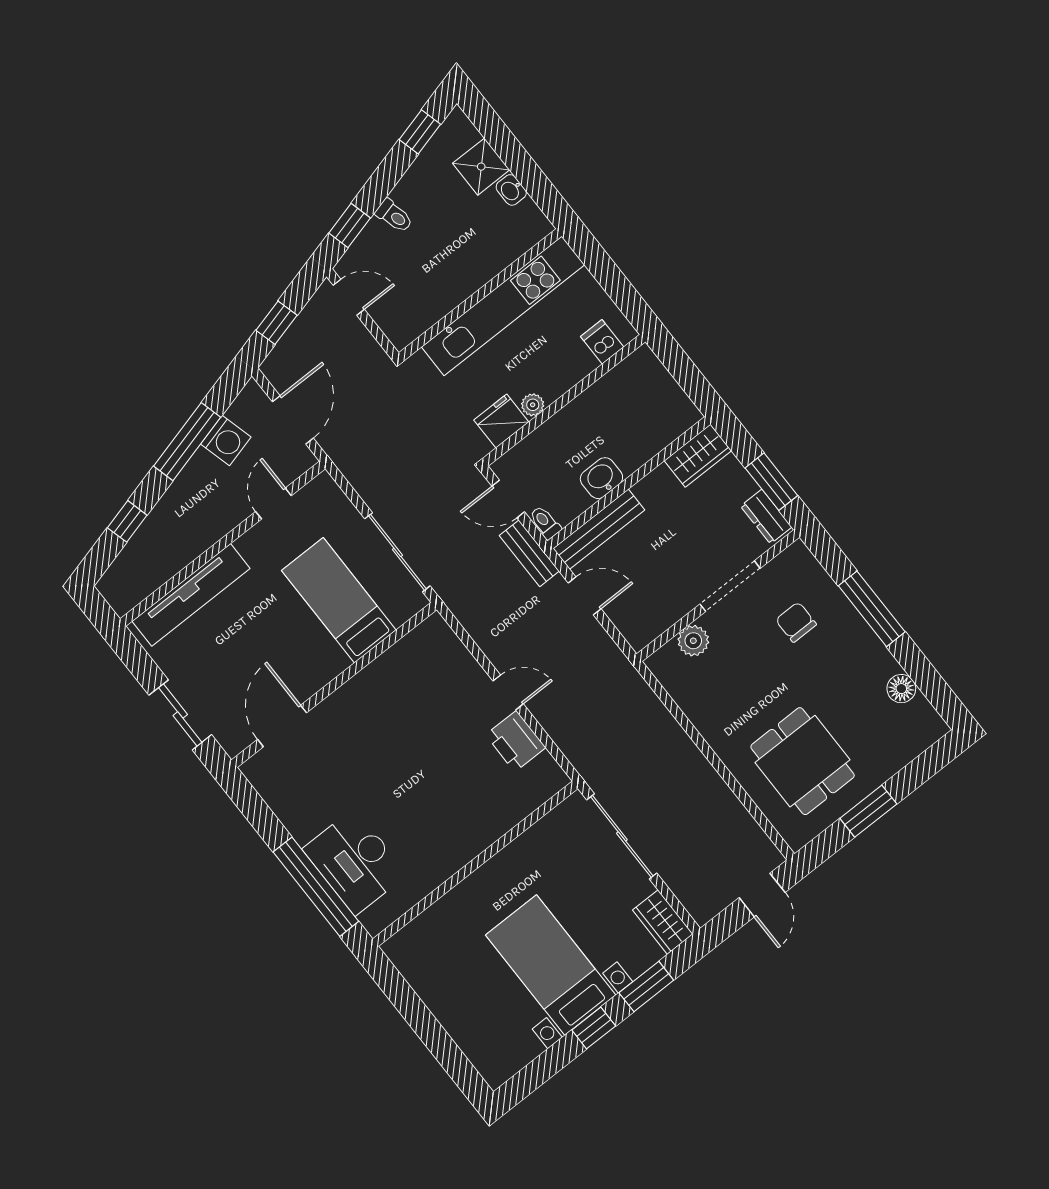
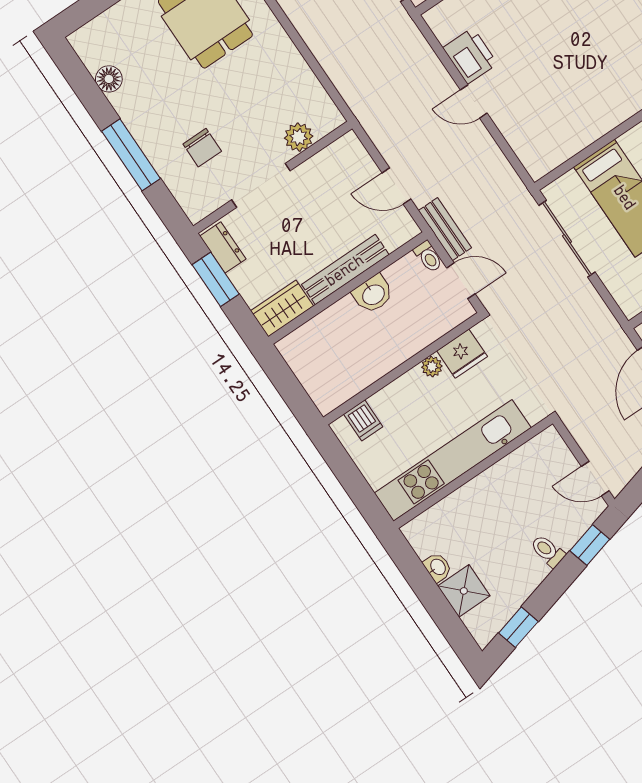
bench: (599, 529) -> (345, 270), moved

